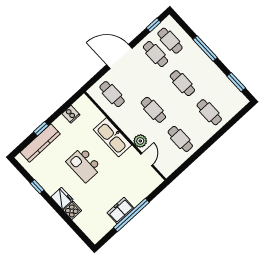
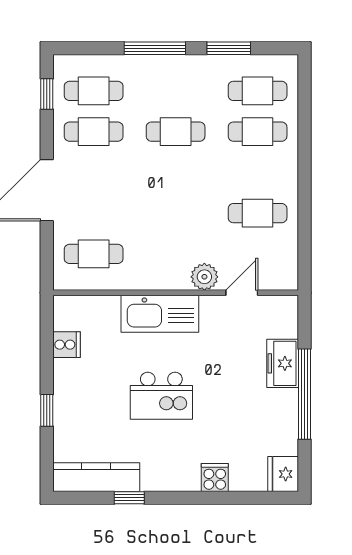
window: (236, 82) -> (229, 48), moved
cafe table: (153, 110) -> (258, 91), moved
kitchen counter: (40, 143) -> (96, 477), moved, turned -90
door: (147, 159) -> (242, 293), hinge flipped
fridge: (62, 198) -> (283, 474), moved, turned -90
freezer: (121, 211) -> (283, 363), moved

